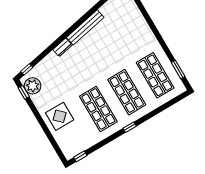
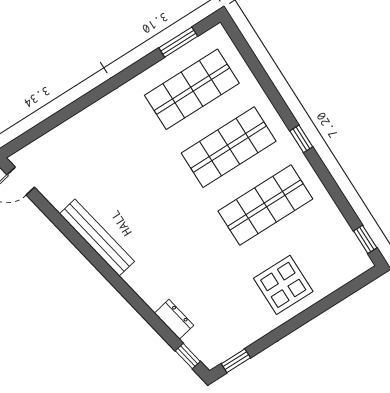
dresser: (62, 47) -> (174, 319), moved
plant: (33, 86) -> (222, 343), removed

